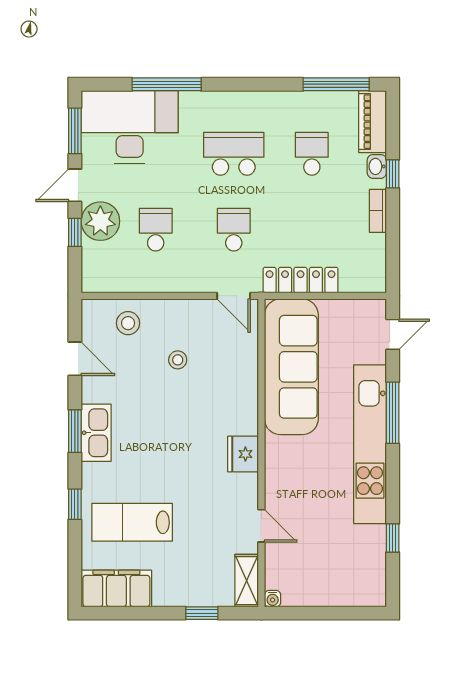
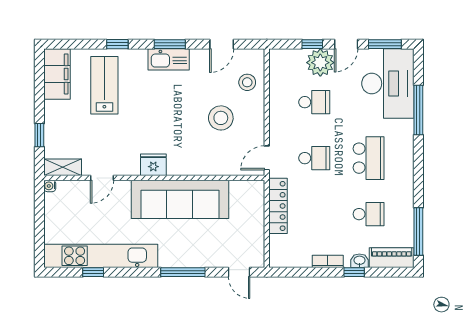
door: (75, 185) -> (346, 44), swing flipped
stool: (178, 360) -> (221, 118), width x1.89, depth x1.89
sofa: (291, 367) -> (180, 199), moved
kitchen unit: (370, 444) -> (101, 256), moved

